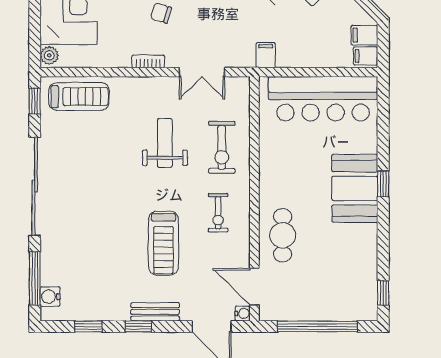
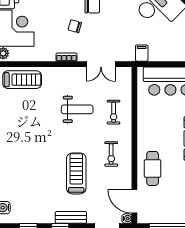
weight bench: (165, 143) -> (77, 109), turned 90
exercise bike: (222, 147) -> (114, 112), width x0.73, depth x0.72
treadmill: (163, 243) -> (76, 173), turned 180

